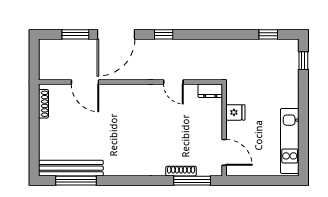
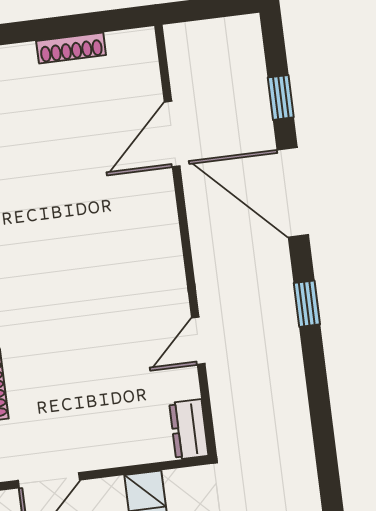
window: (75, 34) -> (281, 97), width x0.67
shoe rack: (43, 104) -> (71, 48), moved

